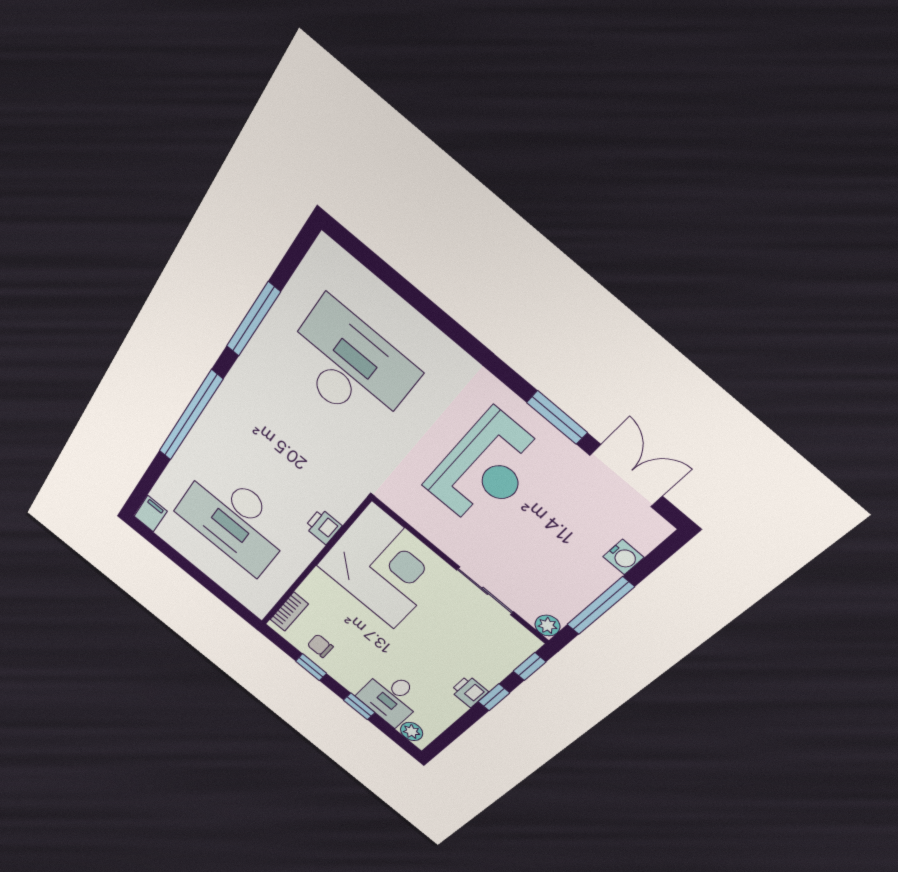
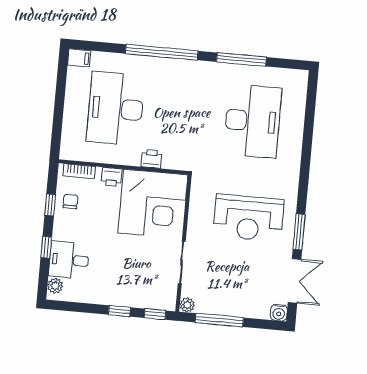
water cooler: (623, 557) -> (279, 313), moved
printer: (469, 691) -> (112, 177), moved, turned 180

